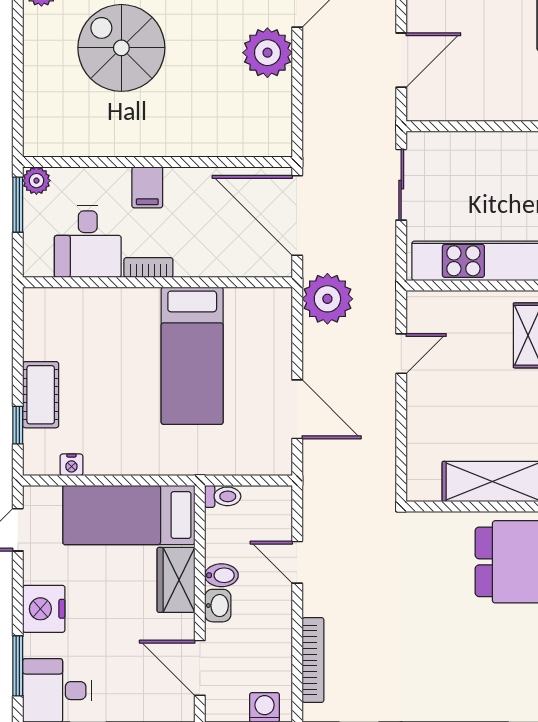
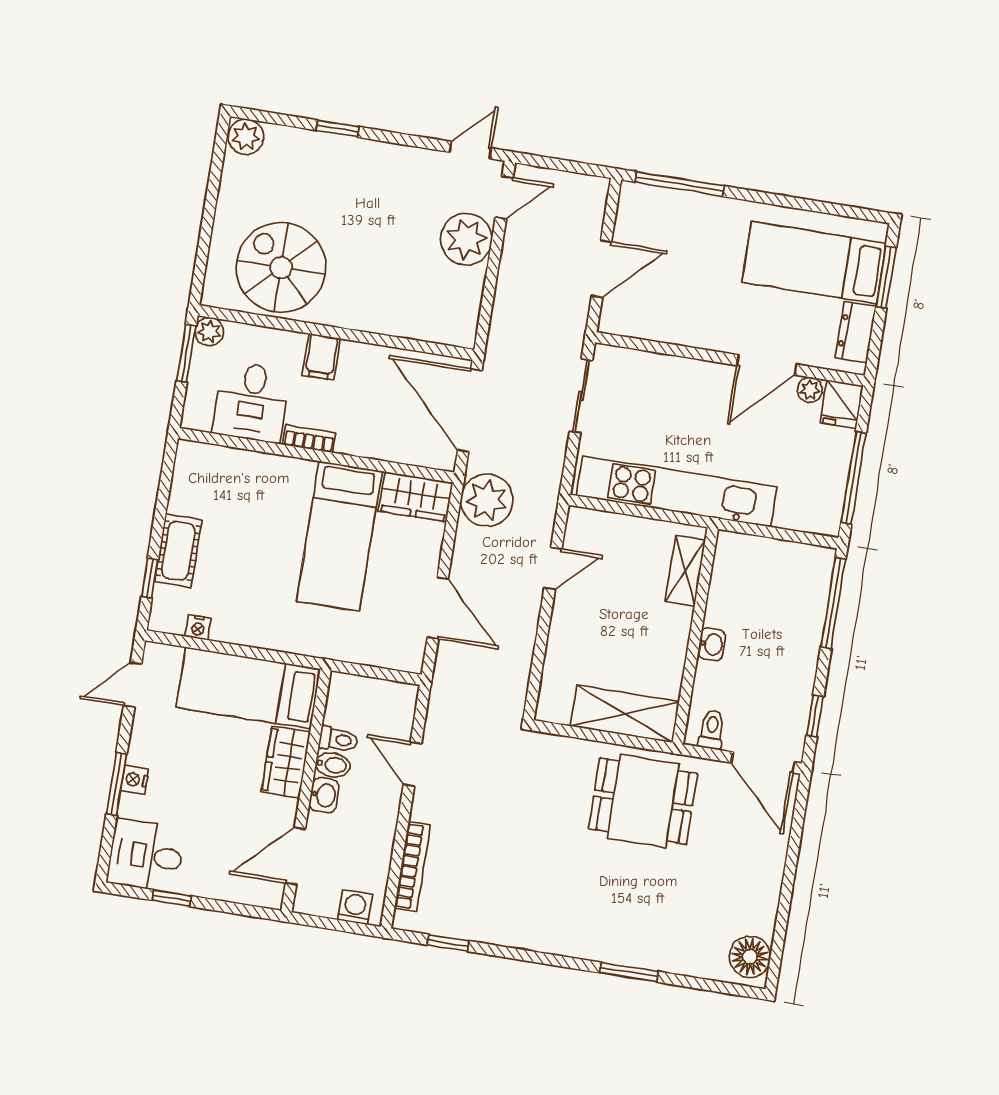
spiral stairs: (121, 48) -> (281, 267), moved
wardrobe: (259, 306) -> (416, 497), added
toilet: (223, 496) -> (338, 739), moved
nightstand: (44, 609) -> (135, 780), width x0.53, depth x0.56
window: (18, 666) -> (116, 784), moved
door: (200, 668) -> (295, 856), hinge flipped

